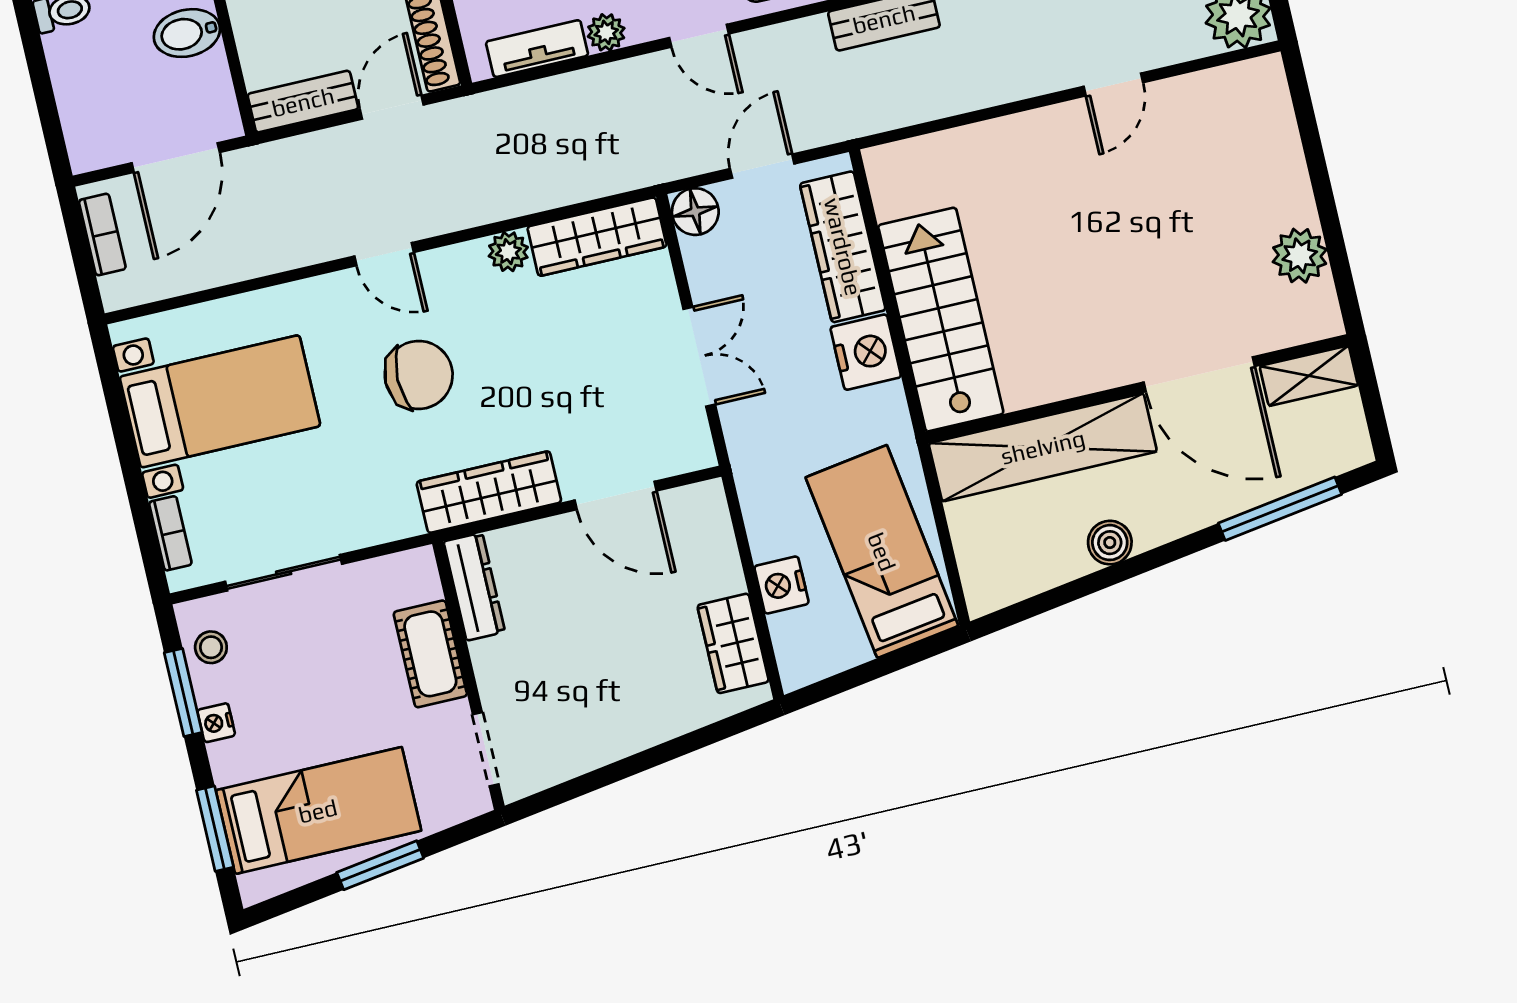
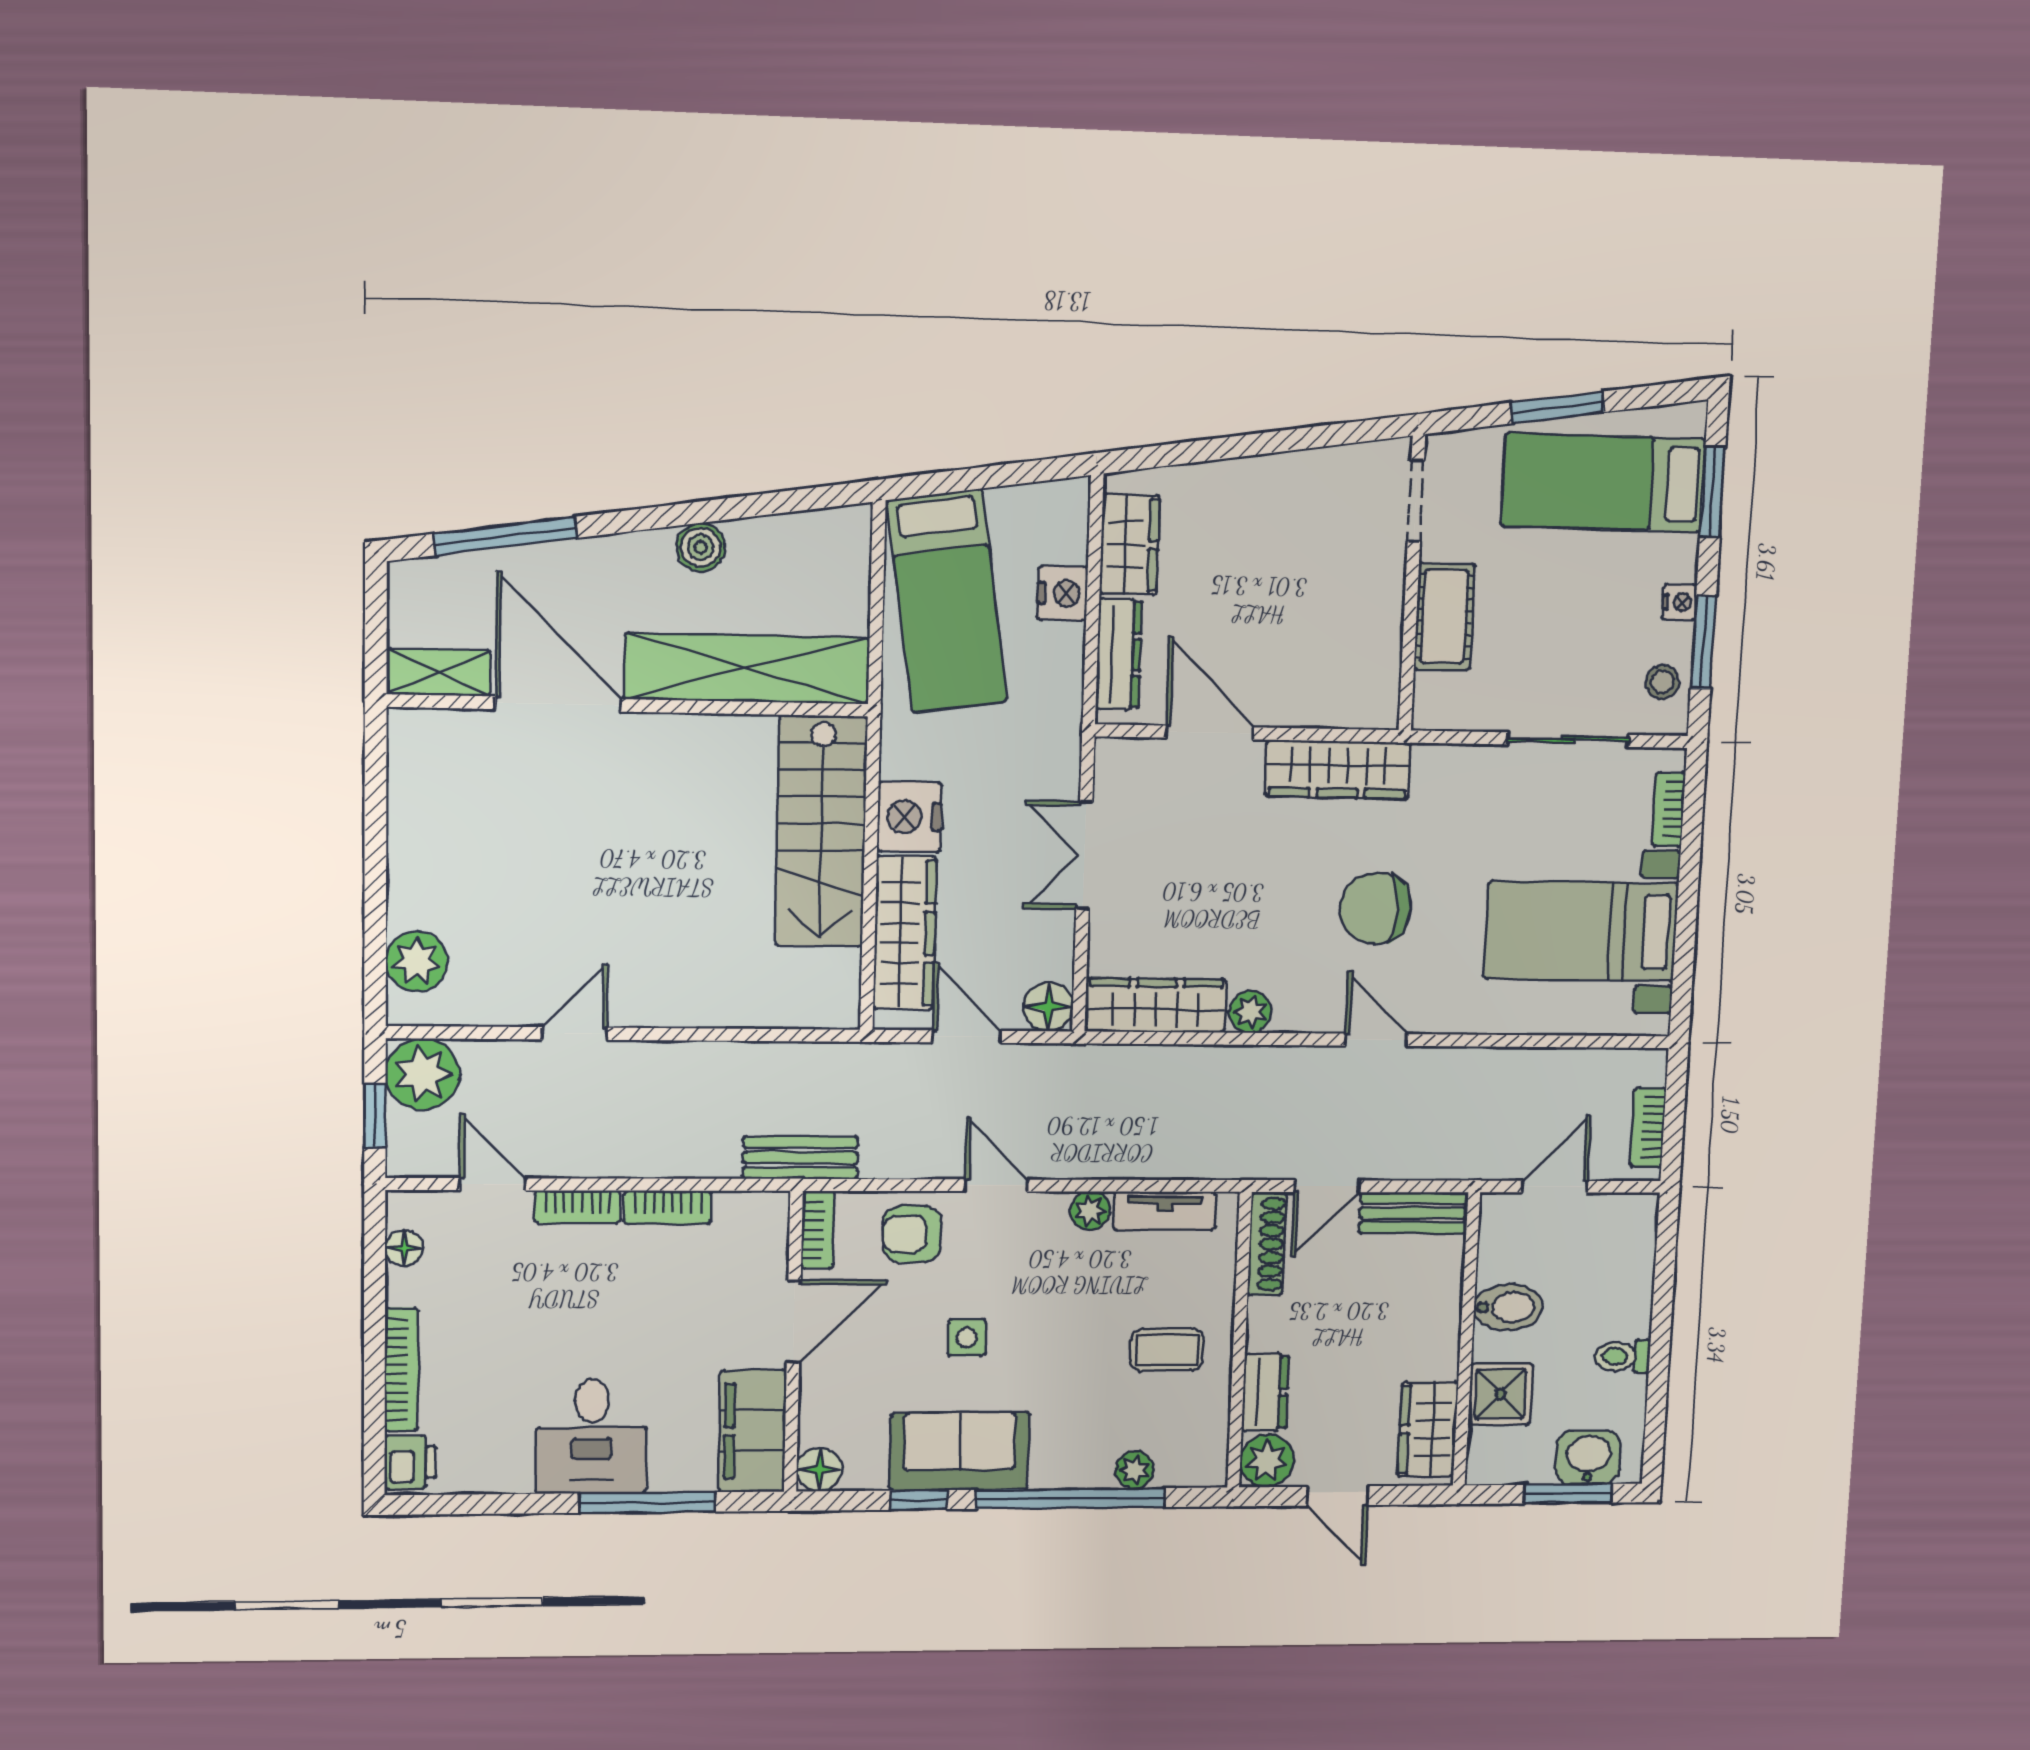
door: (176, 158) -> (1554, 1187), width x0.73
door: (762, 166) -> (967, 1037), swing flipped
plant: (1300, 256) -> (417, 961), moved
dresser: (474, 587) -> (1119, 654), moved, turned 180

